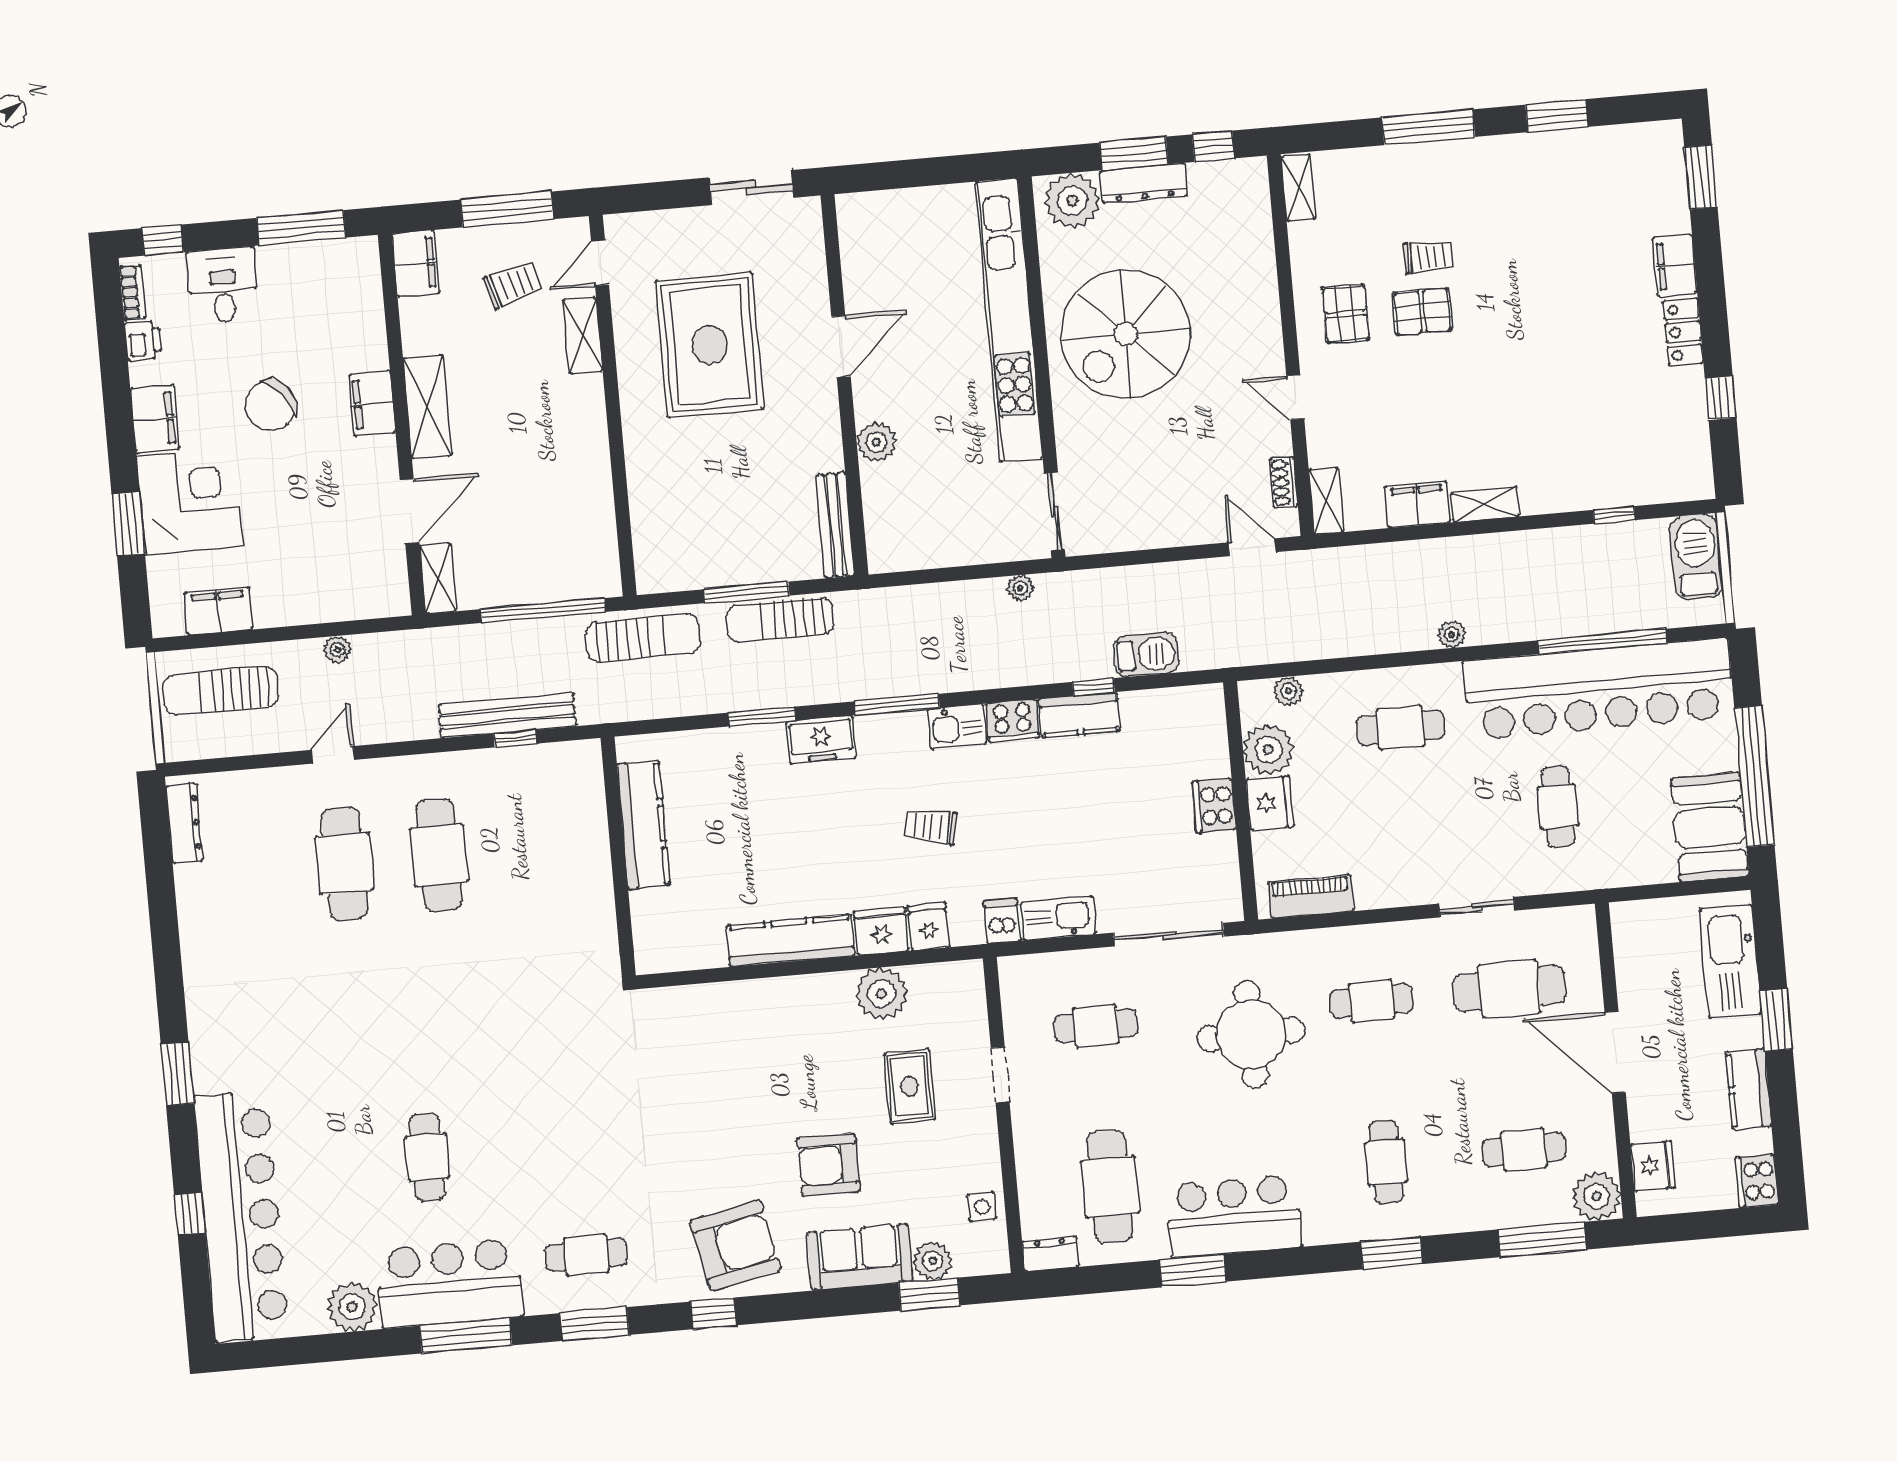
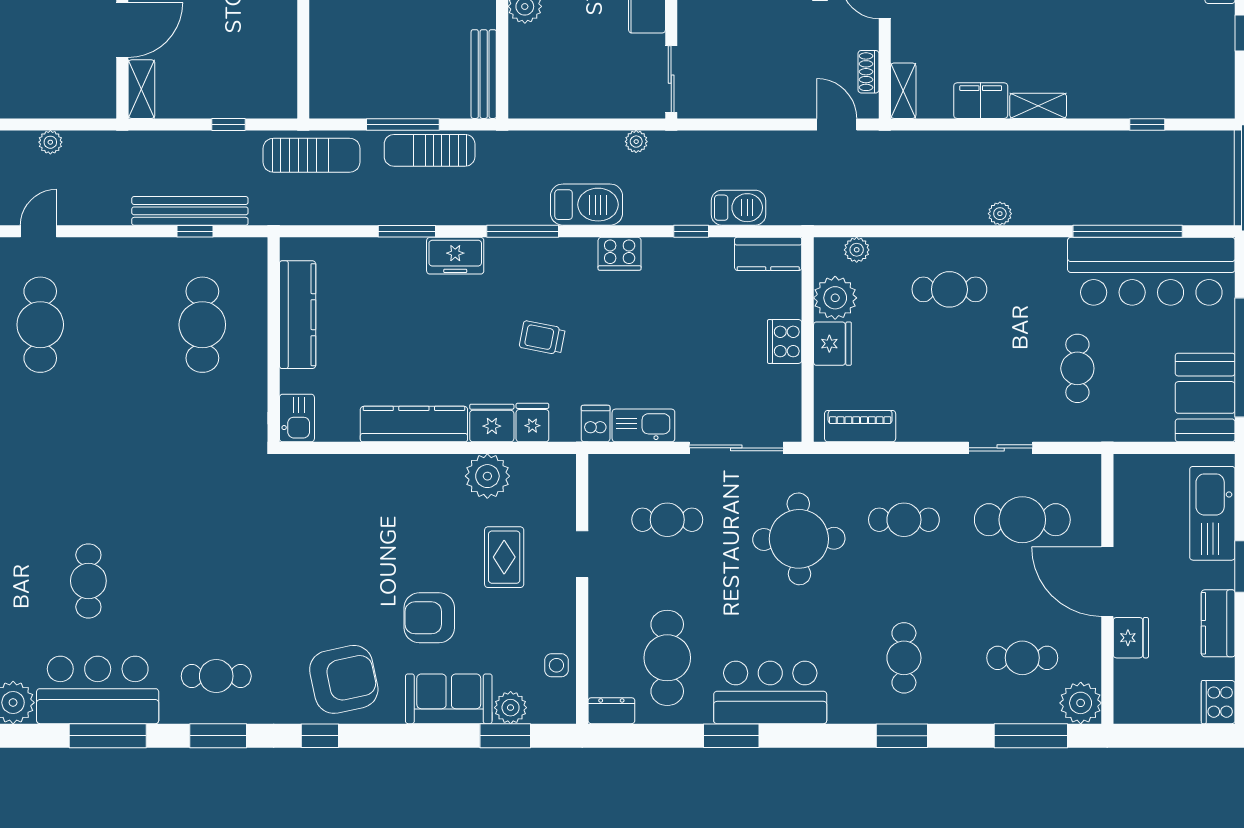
barbecue: (1696, 557) -> (587, 205), moved, turned 90
window: (543, 611) -> (229, 124), width x0.32
bar counter: (1599, 689) -> (1151, 271), width x0.73
kitchen counter: (1079, 715) -> (768, 254), moved
kitchen sink: (957, 726) -> (297, 418), moved, turned -90
cafe table: (439, 855) -> (202, 325), moved
fridge: (1653, 1166) -> (1131, 638), moved

